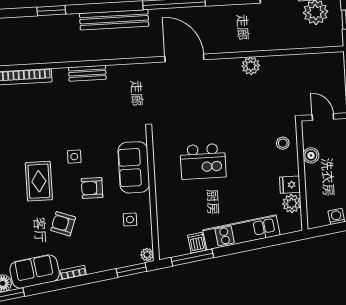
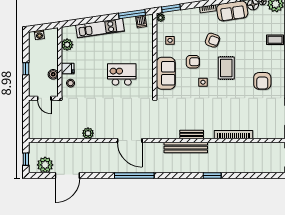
bench: (114, 20) -> (186, 148), moved
fridge: (290, 185) -> (68, 69), moved
dishwasher: (197, 243) -> (141, 21), moved

